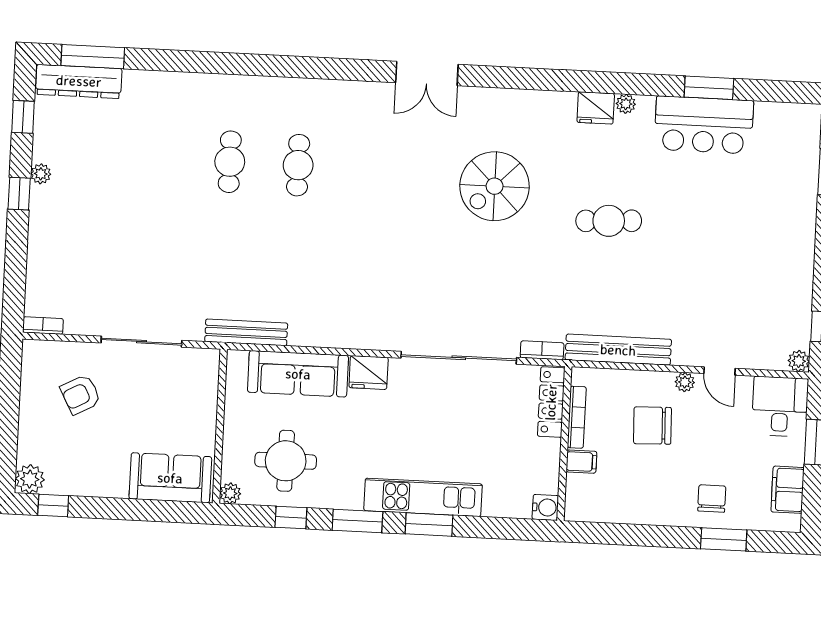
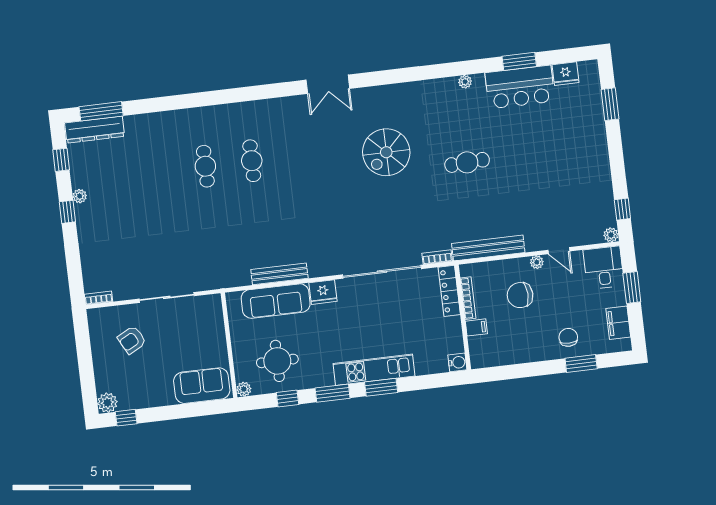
fridge: (596, 108) -> (566, 74), moved
bench: (246, 332) -> (279, 274), moved

